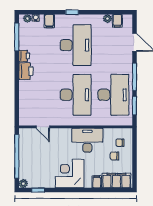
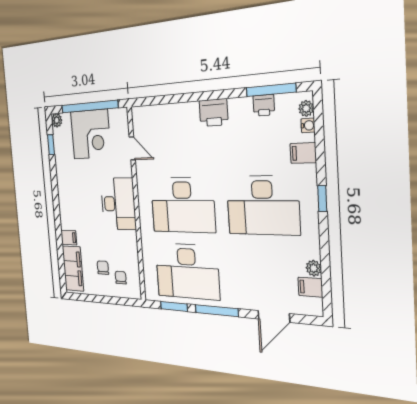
printer: (24, 56) -> (264, 105), moved
door: (43, 127) -> (132, 148), swing flipped
desk: (87, 140) -> (118, 204), moved
corner desk: (70, 174) -> (91, 134), moved, turned 90

